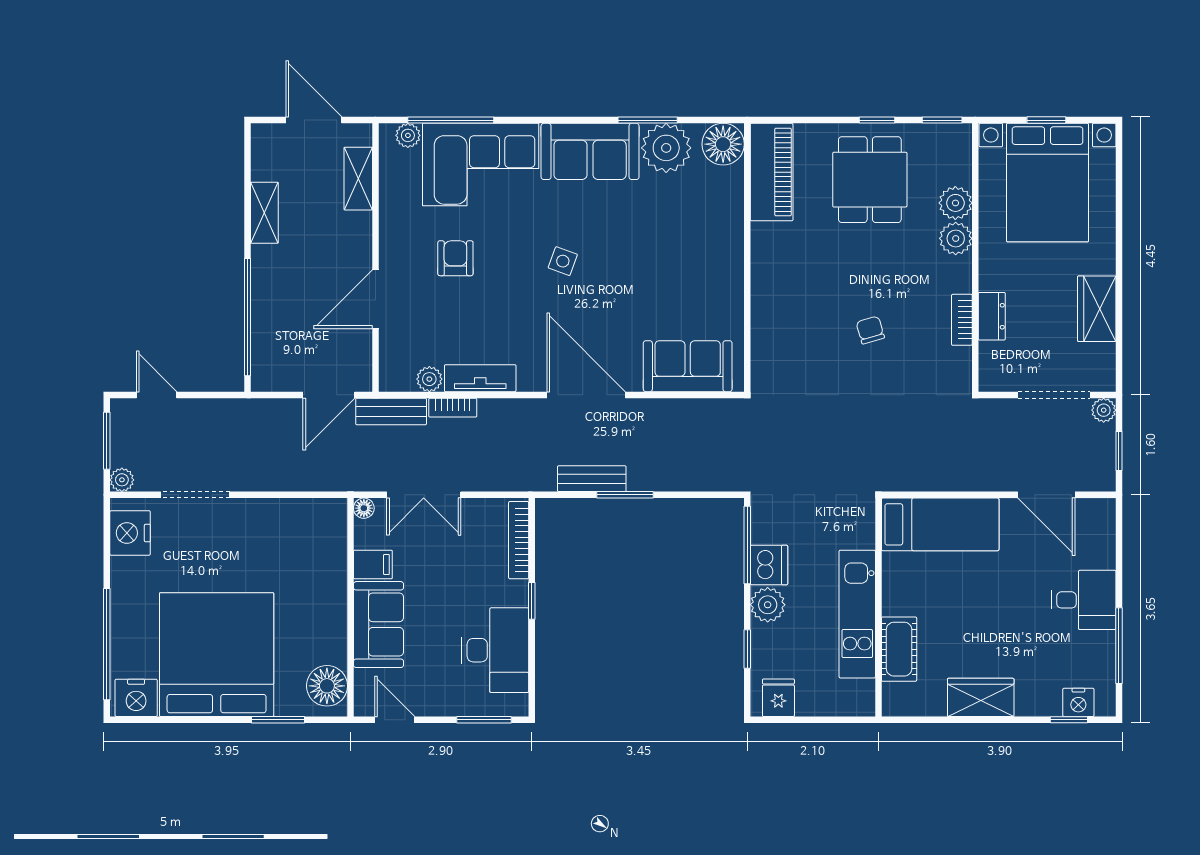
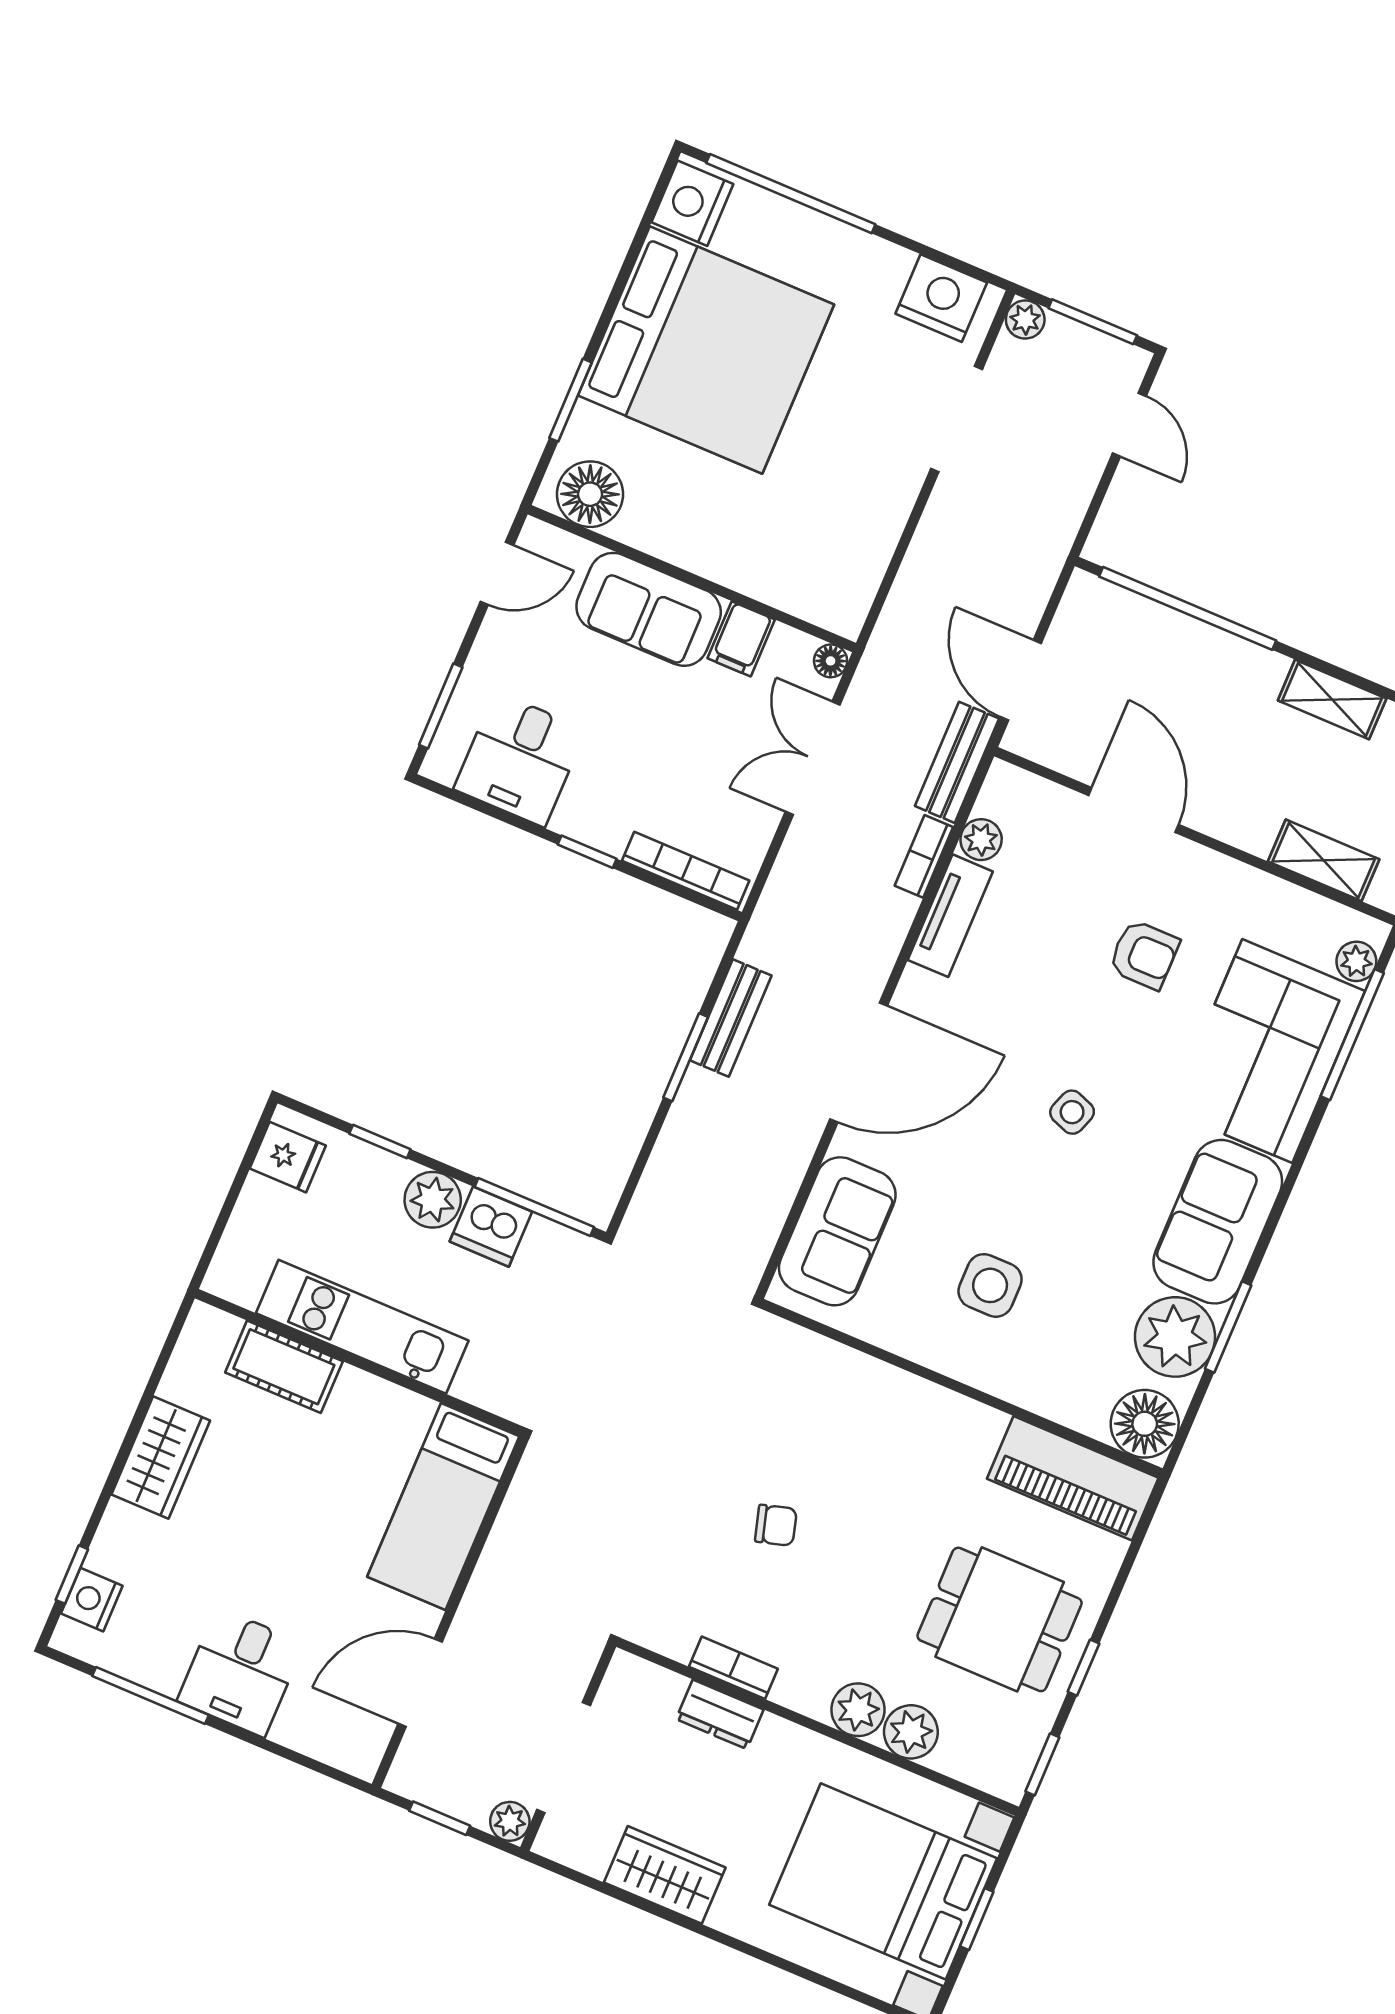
side table: (682, 266) -> (990, 1285), added
door: (157, 395) -> (1129, 425), hinge flipped
desk: (495, 650) -> (520, 759), width x0.73

